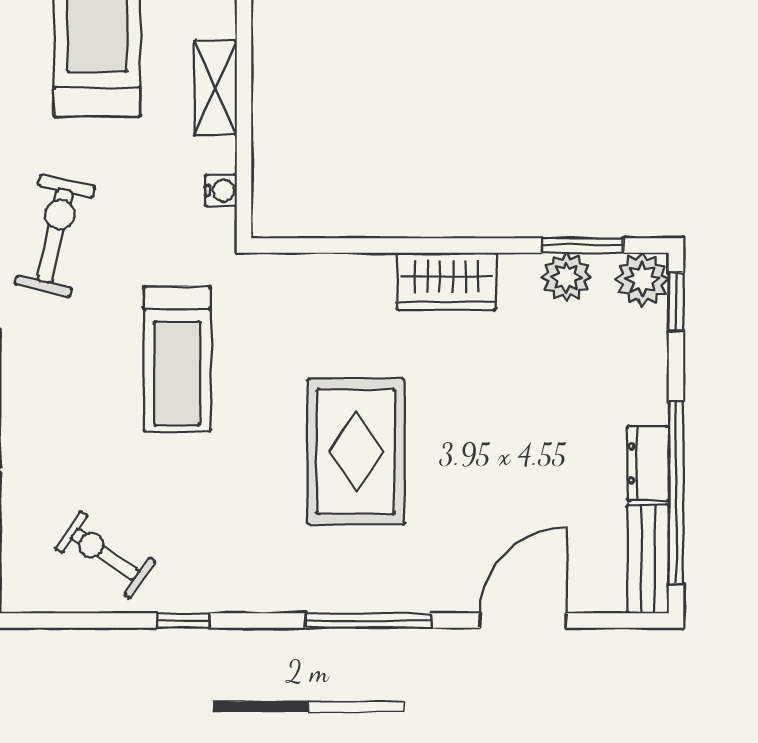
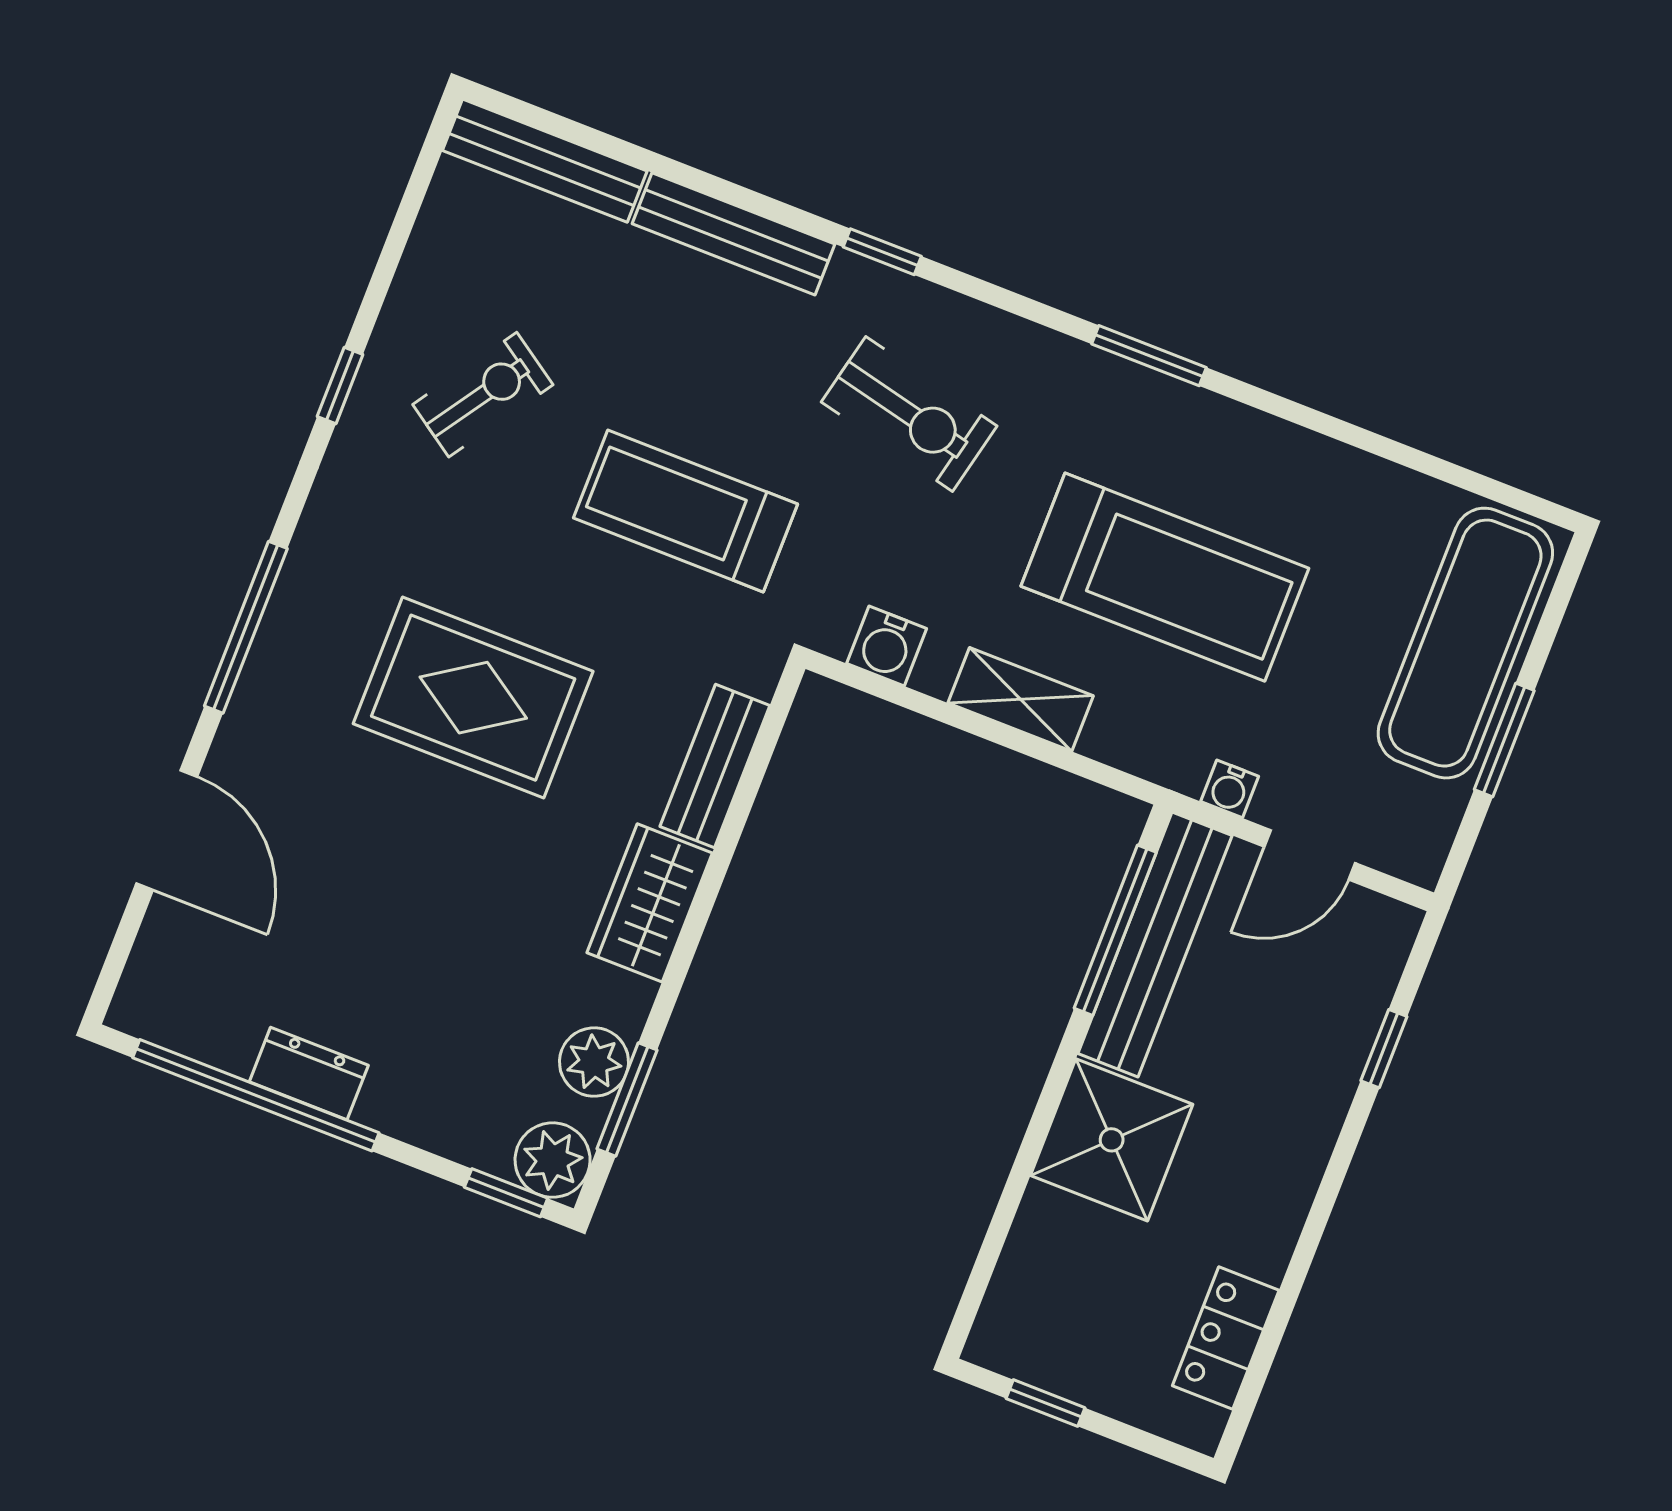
water cooler: (221, 191) -> (887, 646), width x1.38, depth x1.38
exercise bike: (105, 555) -> (483, 395), moved
bench: (648, 559) -> (715, 766), moved, turned 90

